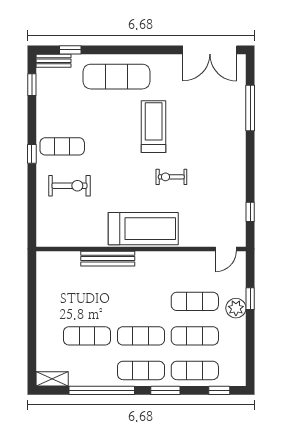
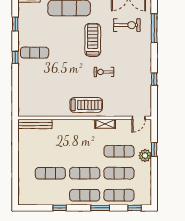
window: (32, 85) -> (15, 24), moved
exercise bike: (69, 186) -> (127, 25), moved
window: (250, 212) -> (154, 79), moved
treadmill: (143, 229) -> (86, 105), width x0.73, depth x0.73
bench: (108, 259) -> (35, 124), moved
shelving: (52, 379) -> (105, 124), moved
window: (102, 390) -> (60, 208), width x0.32

